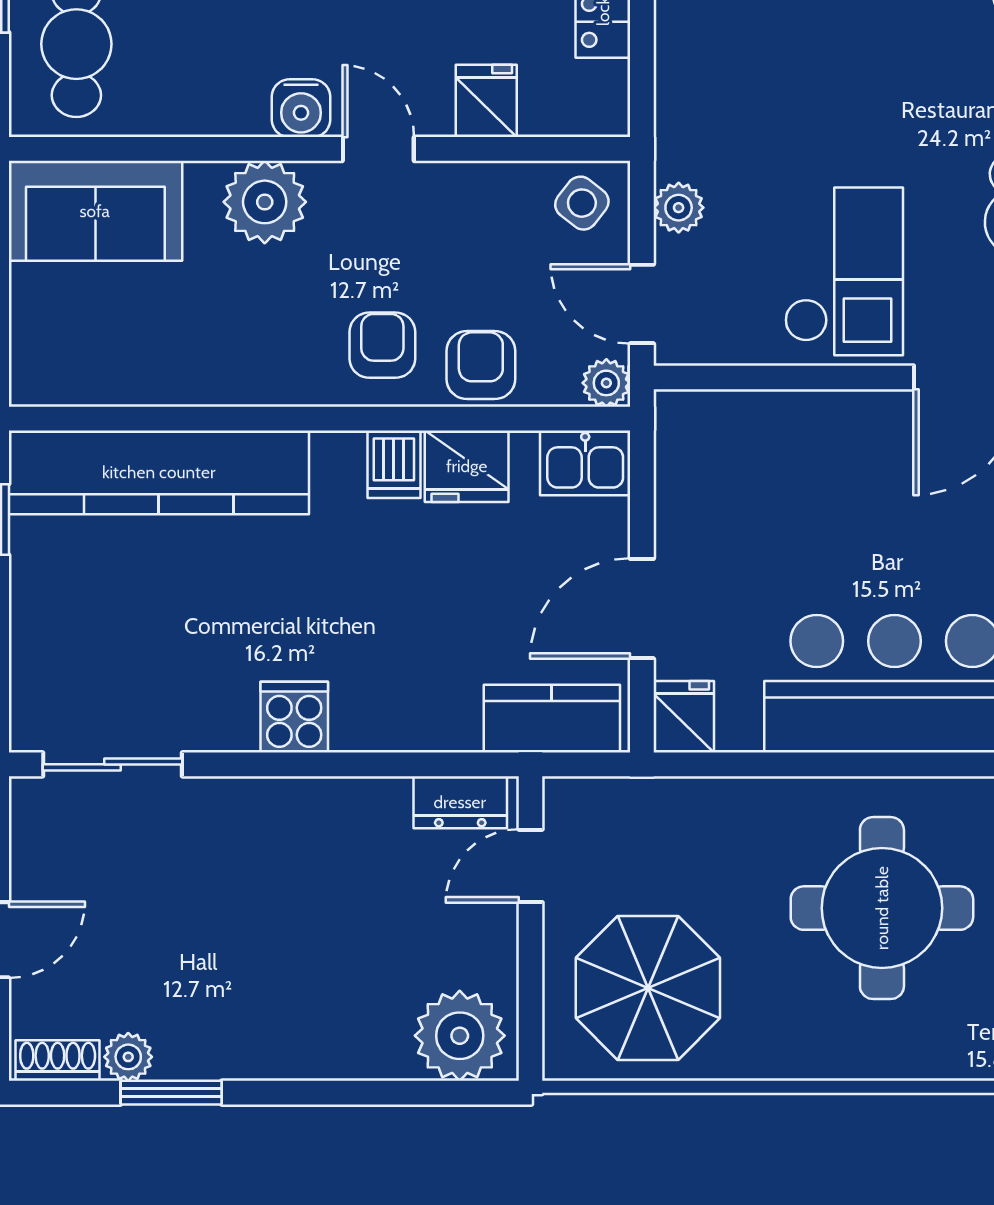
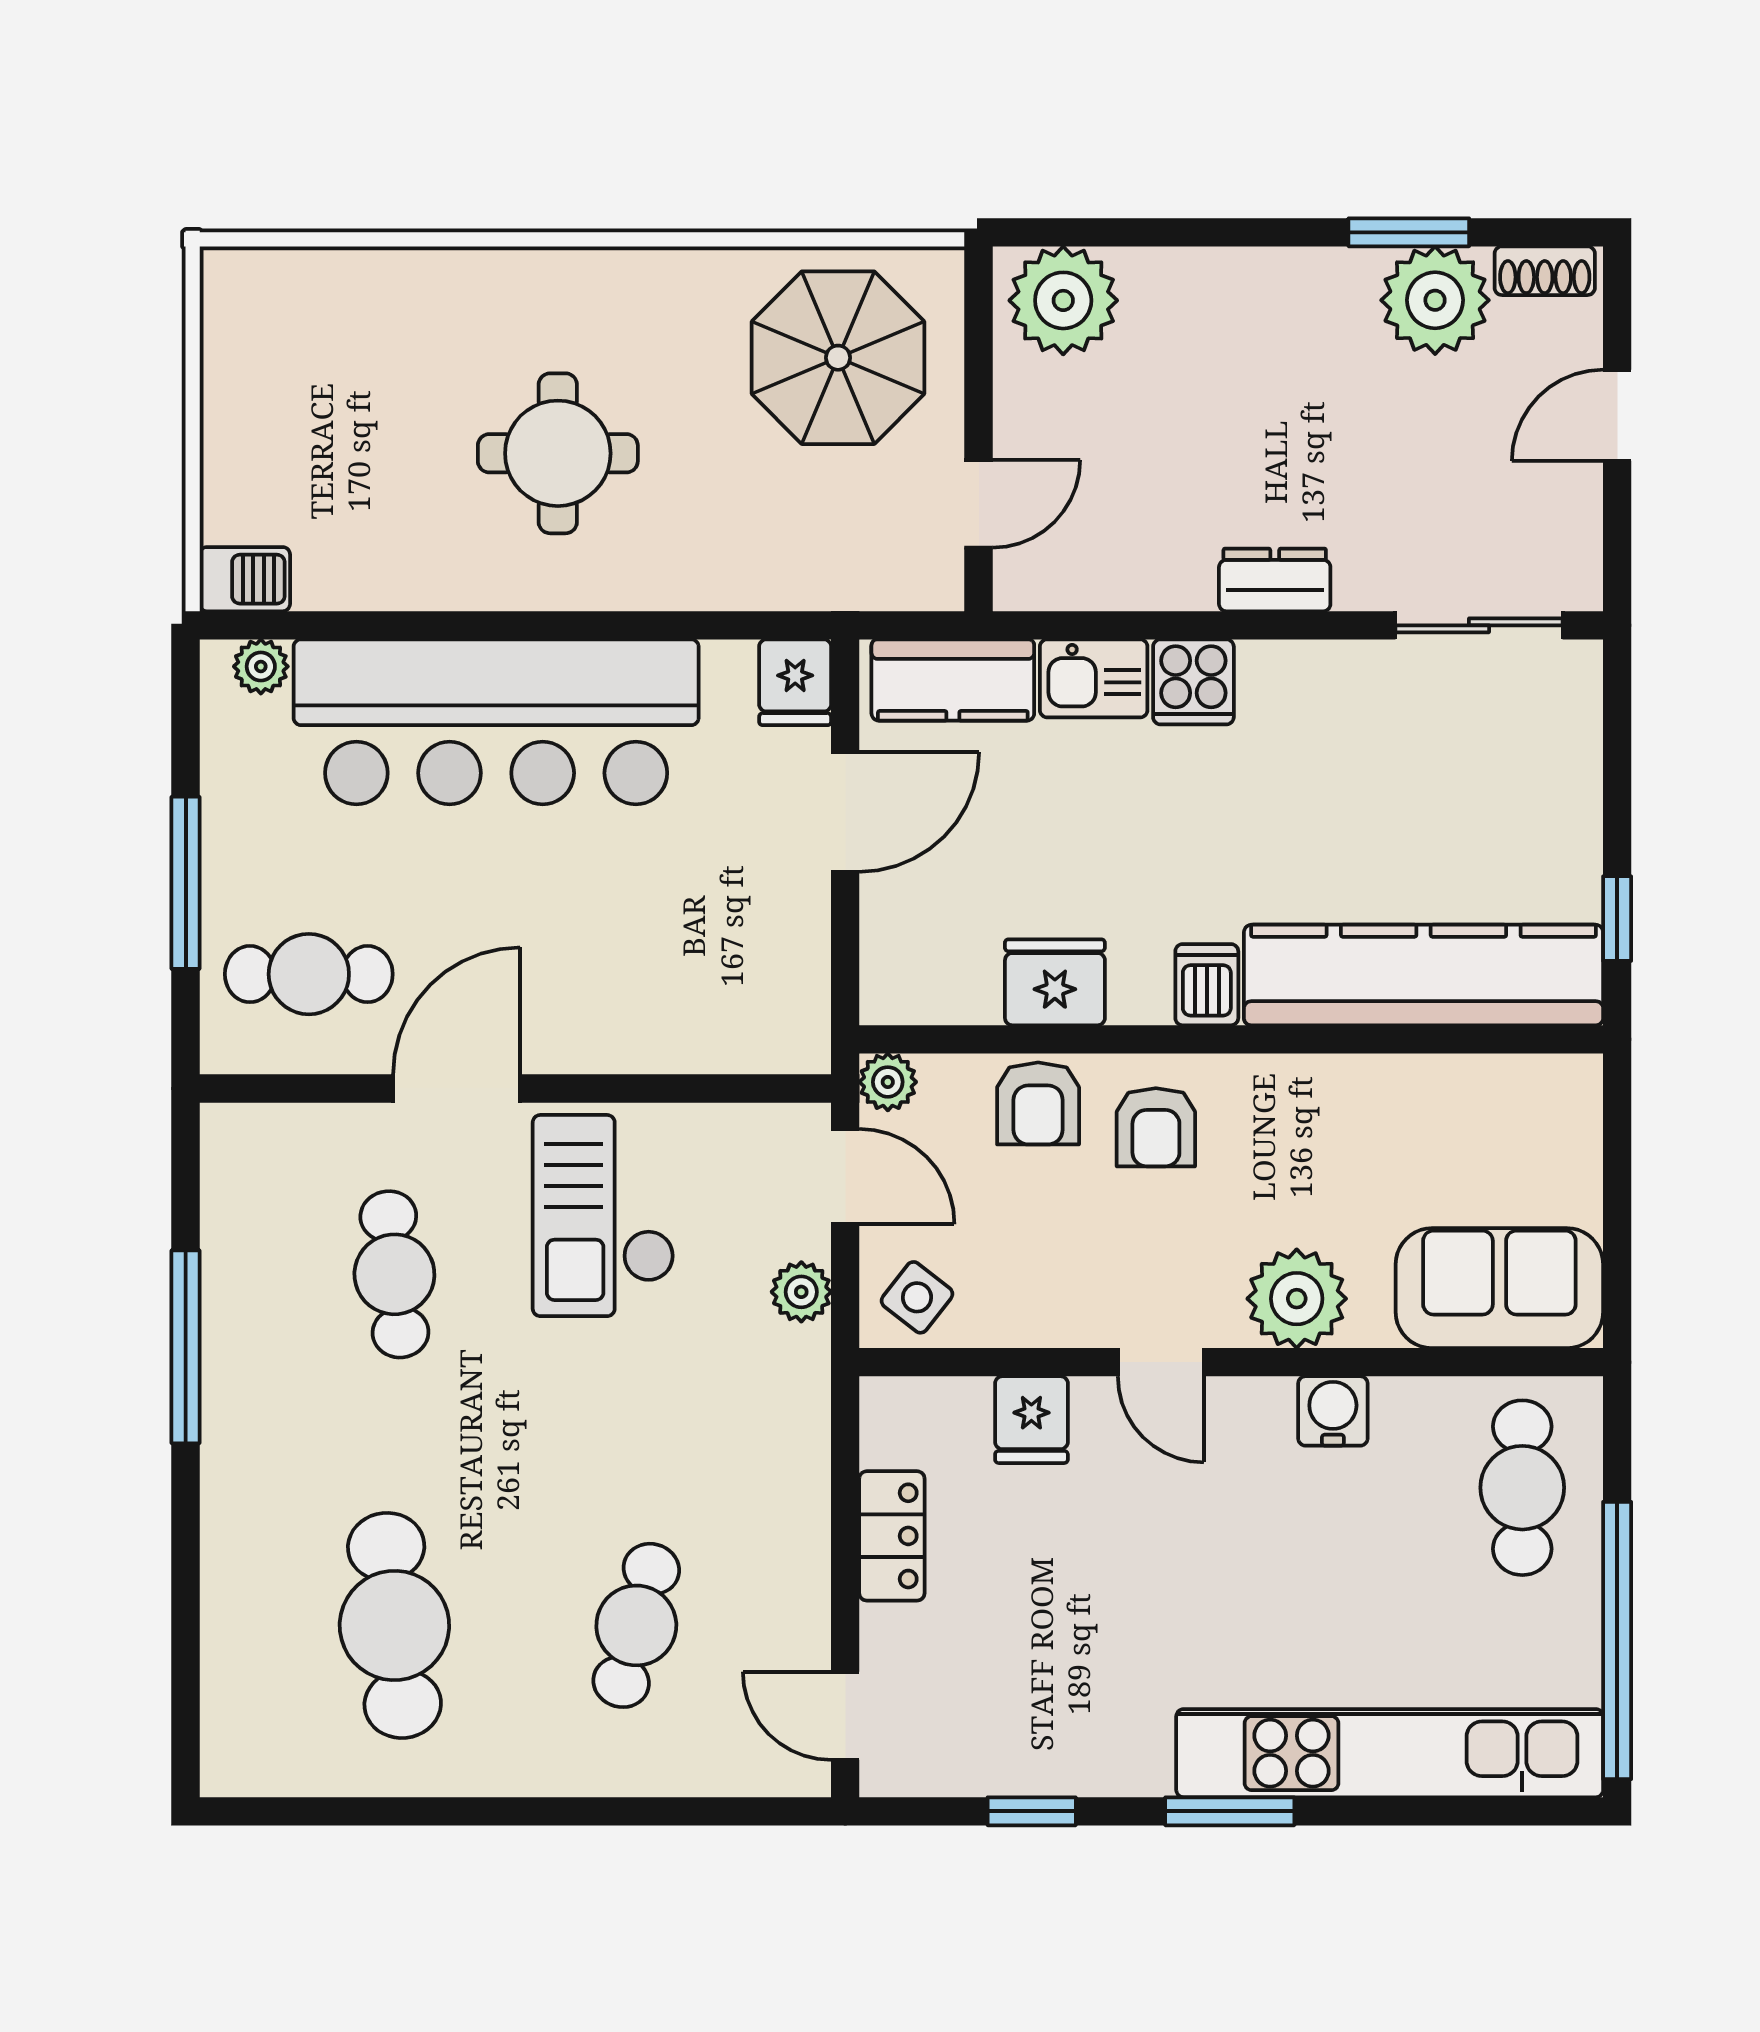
water cooler: (301, 108) -> (1333, 1411), moved
kitchen sink: (585, 463) -> (1094, 678), moved, turned 180
dishwasher: (394, 464) -> (1207, 985), moved
cooker: (294, 717) -> (1193, 682), moved
dresser: (460, 802) -> (1275, 580), moved
round table: (882, 908) -> (558, 453), width x0.73, depth x0.73
plant: (128, 1057) -> (1435, 300), width x1.88, depth x1.88

